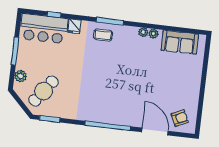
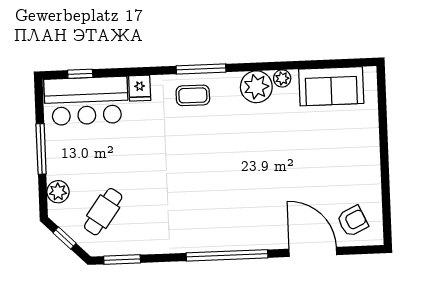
window: (54, 15) -> (80, 74), moved
plant: (143, 32) -> (256, 87), width x1.88, depth x1.88
cafe table: (44, 91) -> (103, 212), width x0.73, depth x0.74
window: (20, 102) -> (65, 238), added

